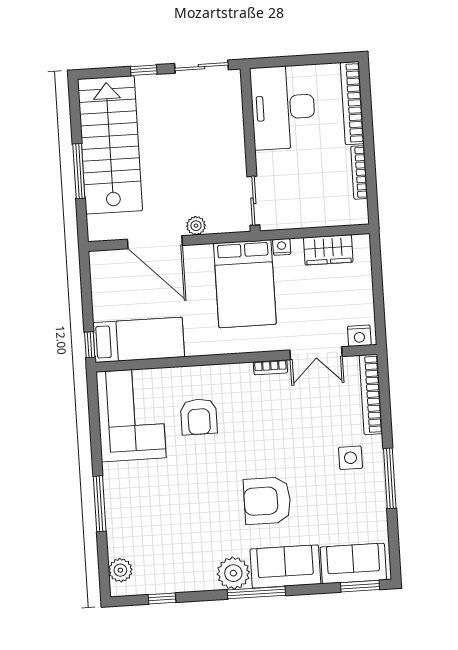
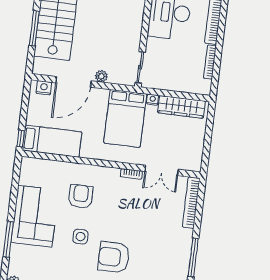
door: (155, 242) -> (74, 82), hinge flipped
wardrobe: (328, 250) -> (181, 107), width x1.50
nightstand: (359, 336) -> (44, 88), moved, turned 180
corner sofa: (131, 415) -> (35, 216), moved
armchair: (199, 417) -> (81, 196), turned 180
side table: (350, 458) -> (80, 237), moved

